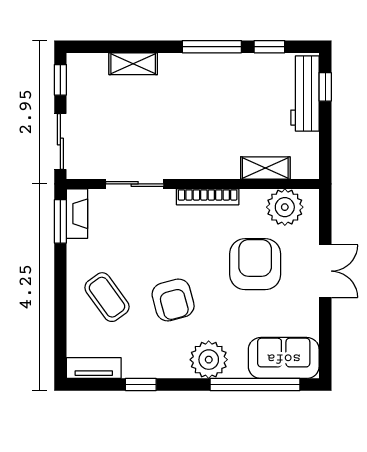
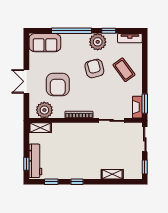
window: (212, 47) -> (77, 182), width x0.46
shelving: (265, 168) -> (40, 128), moved
plant: (209, 360) -> (98, 42), moved
window: (255, 384) -> (72, 31), moved

